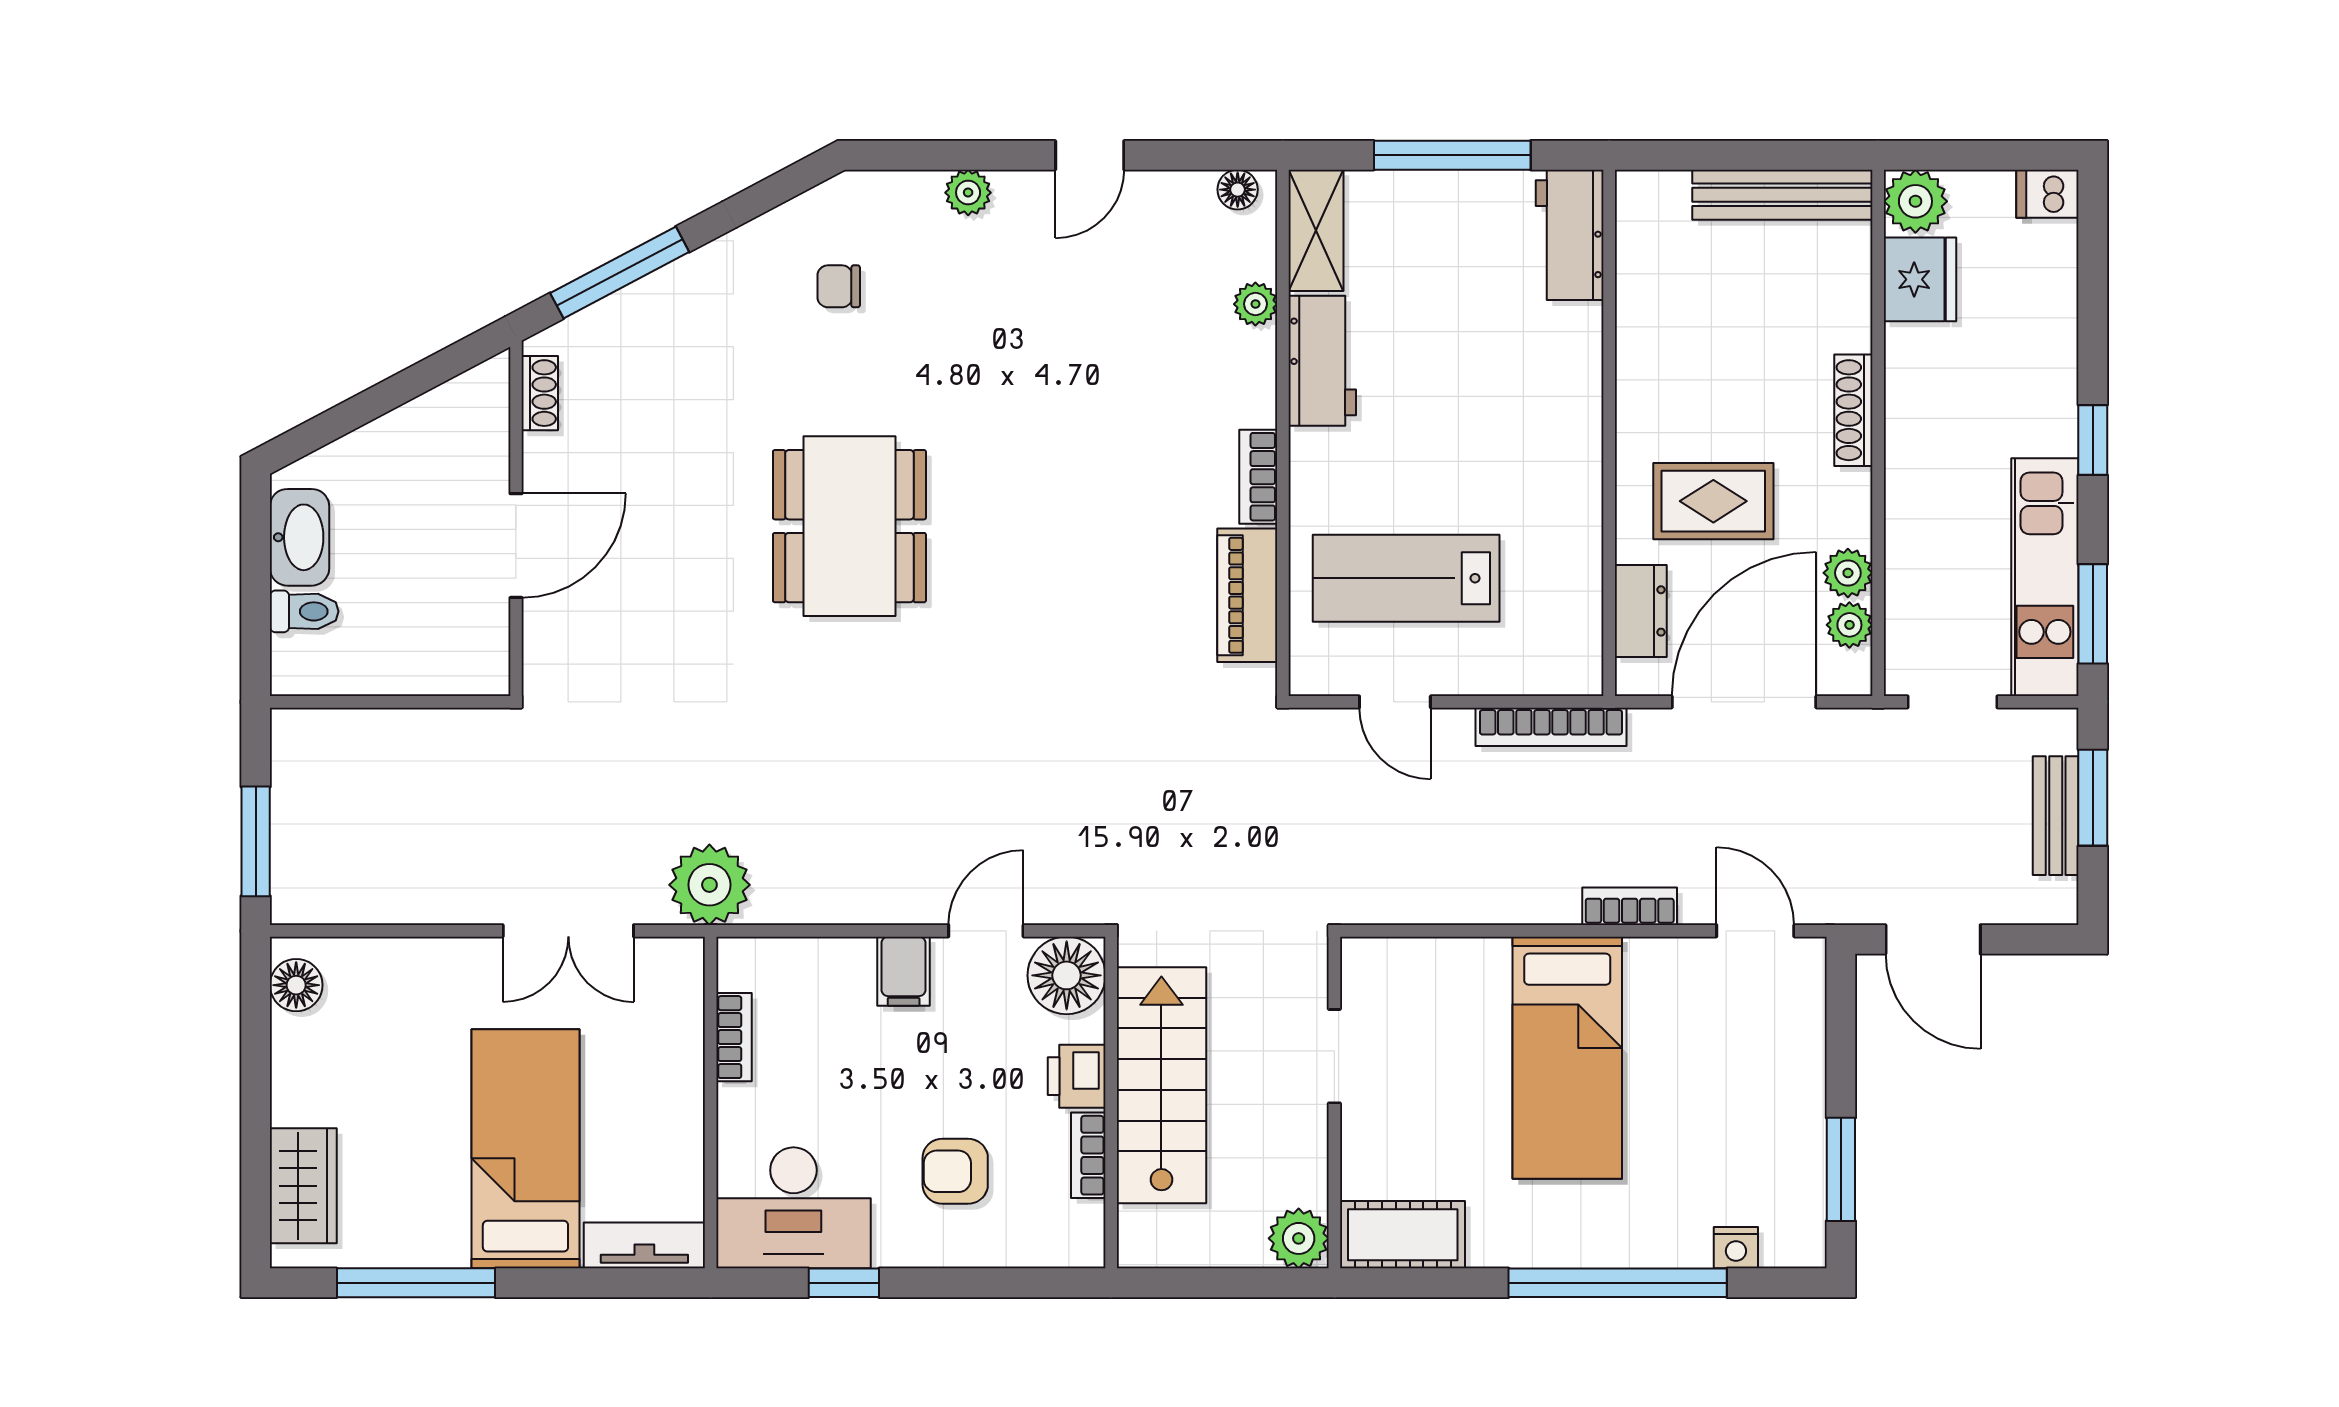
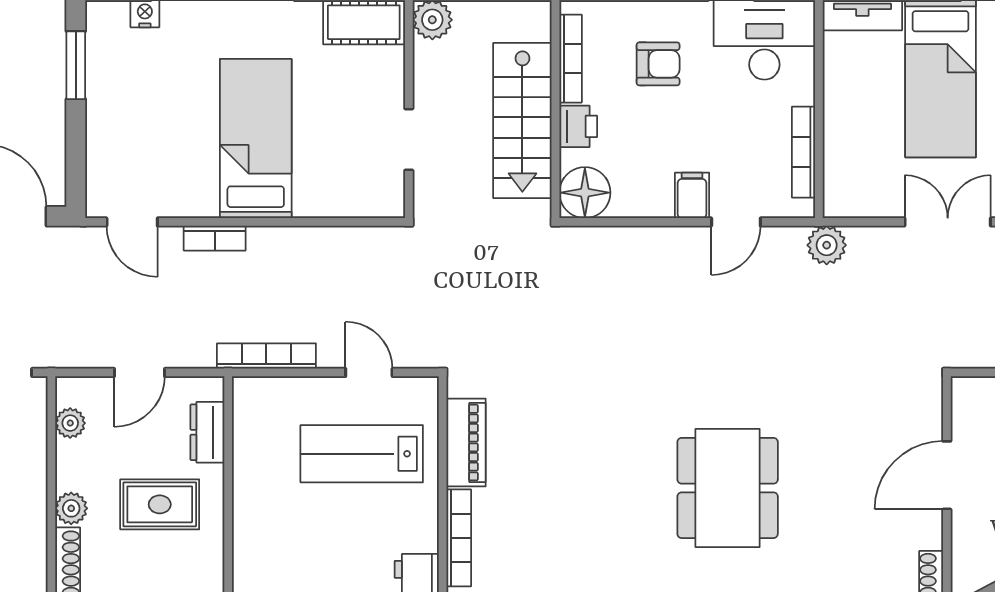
bookcase: (1258, 477) -> (459, 538), width x1.56
plant: (1848, 573) -> (71, 508), moved
lab bench: (1406, 578) -> (362, 454), turned 180
door: (1744, 702) -> (140, 372), width x0.53
plant: (709, 885) -> (827, 245), width x0.73, depth x0.73
double door: (568, 931) -> (948, 222), moved
door: (986, 931) -> (736, 222), moved
bookcase: (734, 1037) -> (803, 152), width x1.56
bookcase: (1088, 1155) -> (571, 59), width x1.56

